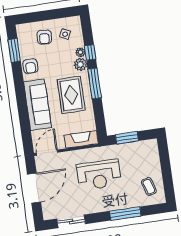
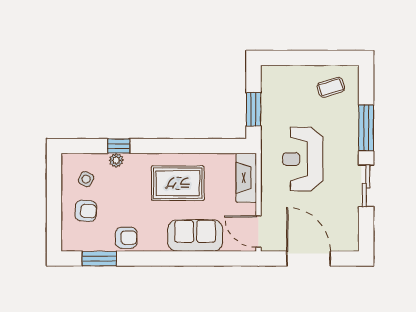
plant: (80, 64) -> (134, 163), removed
window: (95, 83) -> (166, 146), removed
sofa: (37, 105) -> (195, 236), width x0.73
reception desk: (99, 175) -> (303, 159), turned 180
sliding door: (71, 221) -> (366, 186), moved

